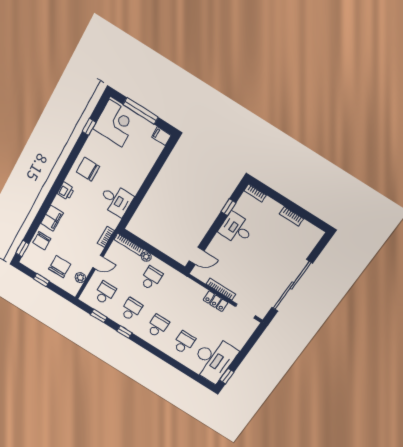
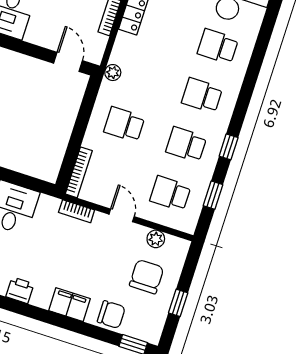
plant: (146, 257) -> (113, 73), moved
chair: (60, 267) -> (147, 277), turned 90

